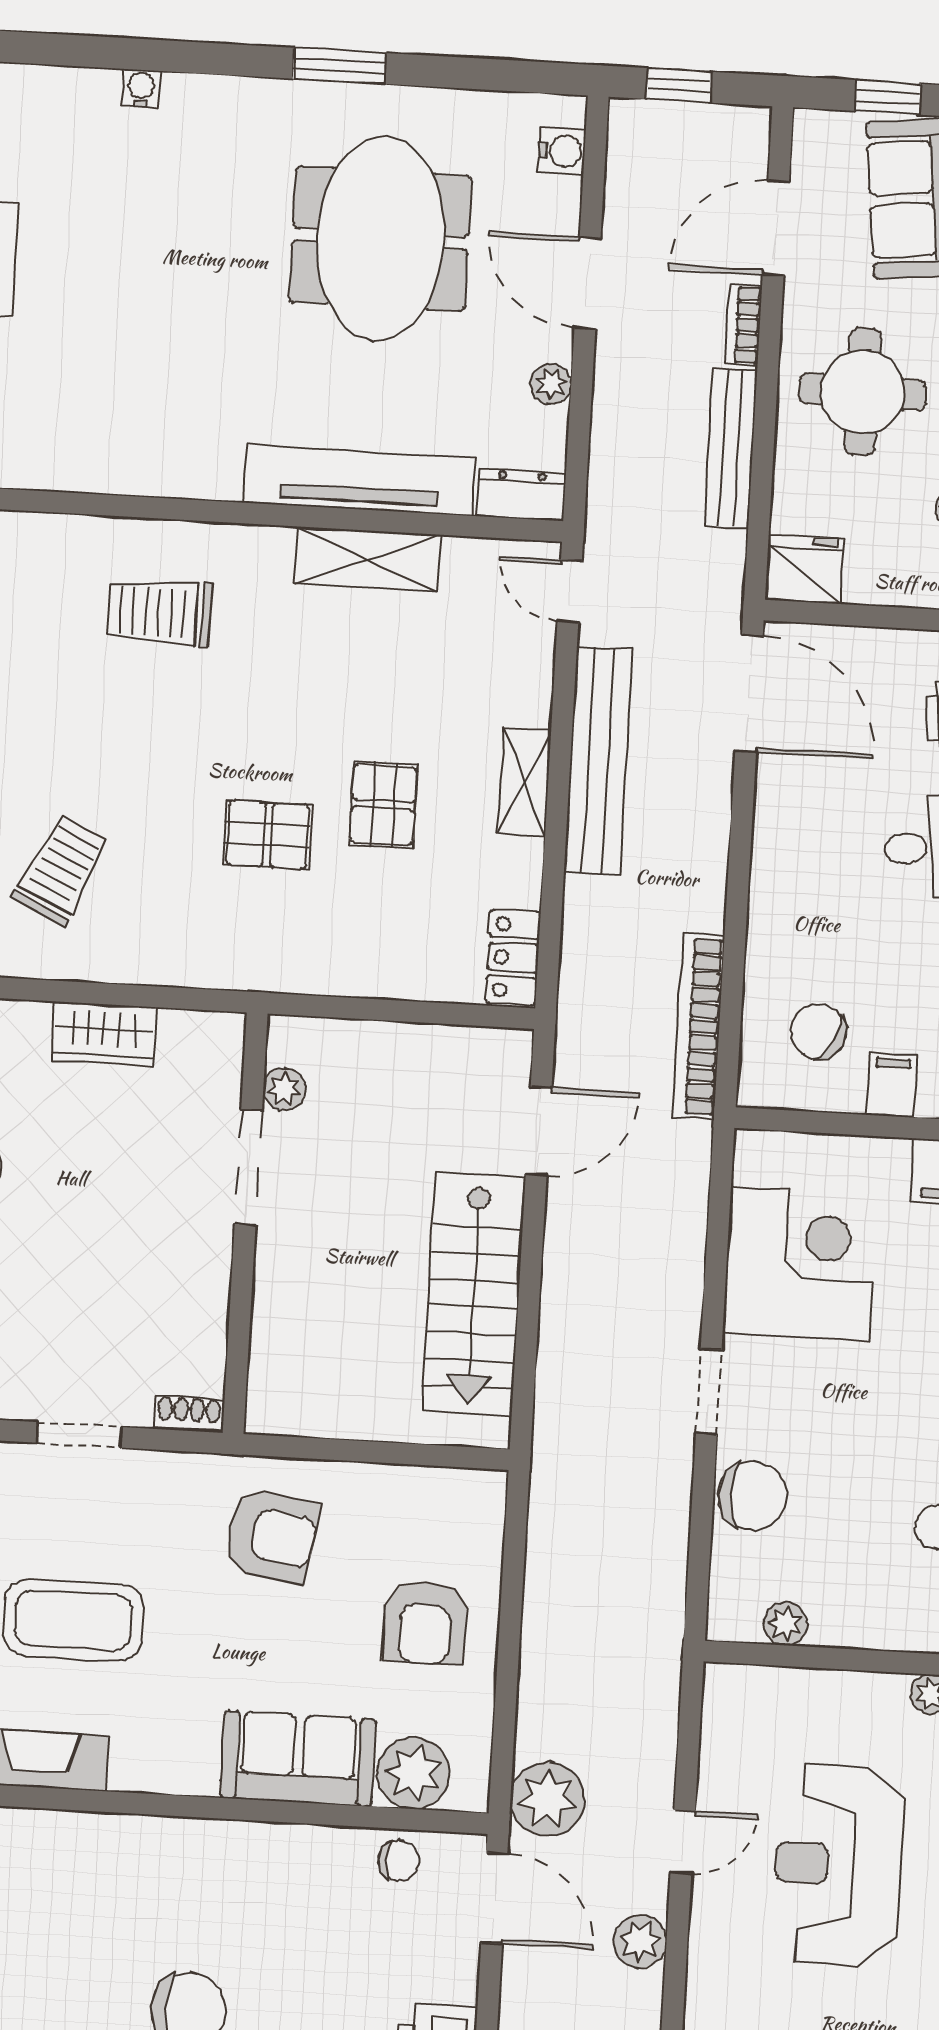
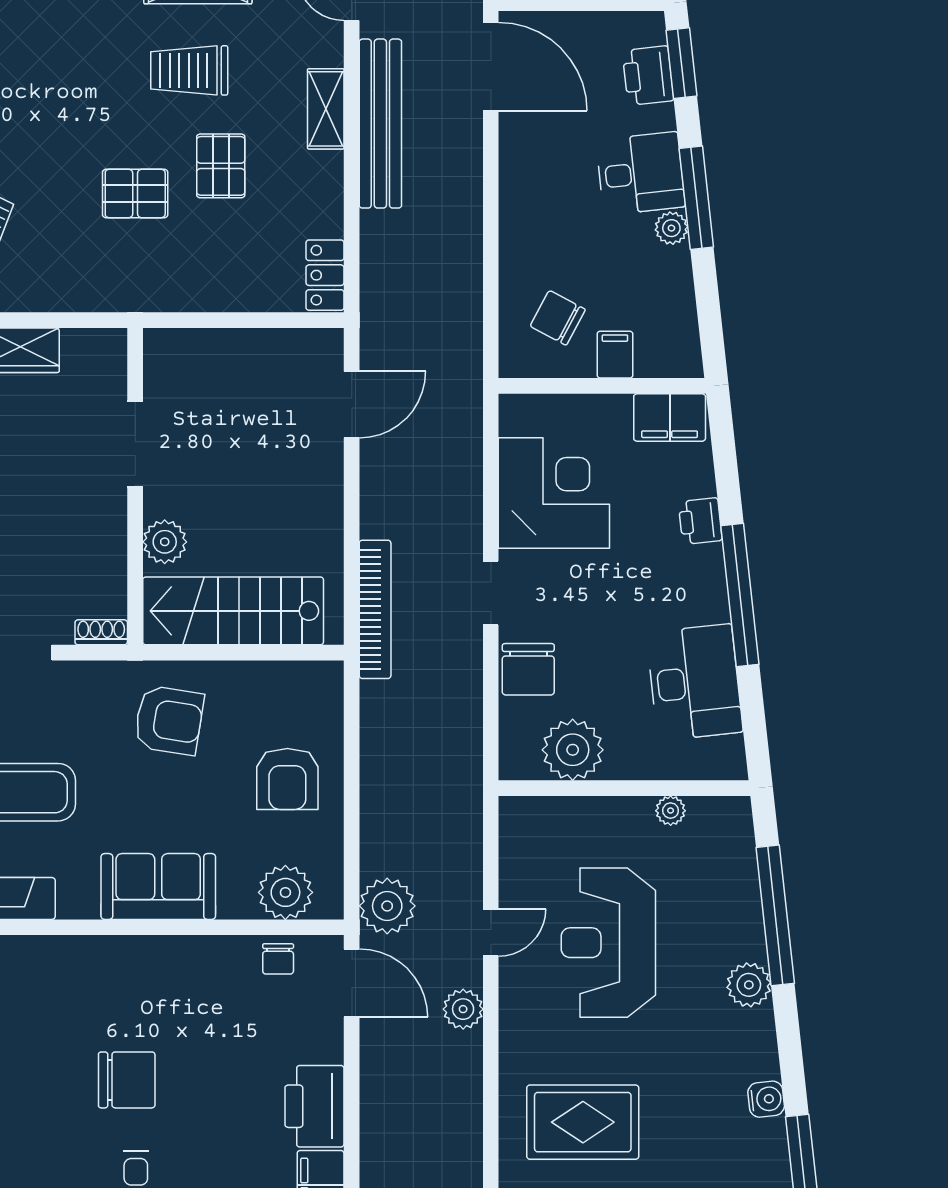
trolley: (159, 612) -> (189, 70), moved
shelving: (524, 782) -> (326, 109), moved
bookcase: (699, 1026) -> (375, 609), moved, turned 180
plant: (284, 1089) -> (165, 542), moved, width x1.38, depth x1.38
stairs: (474, 1294) -> (233, 611), moved, turned 90
chair: (753, 1496) -> (528, 669), turned 90
plant: (785, 1624) -> (573, 750), width x1.87, depth x1.87
sofa: (298, 1759) -> (158, 886), moved
chair: (399, 1861) -> (278, 959), turned 90

